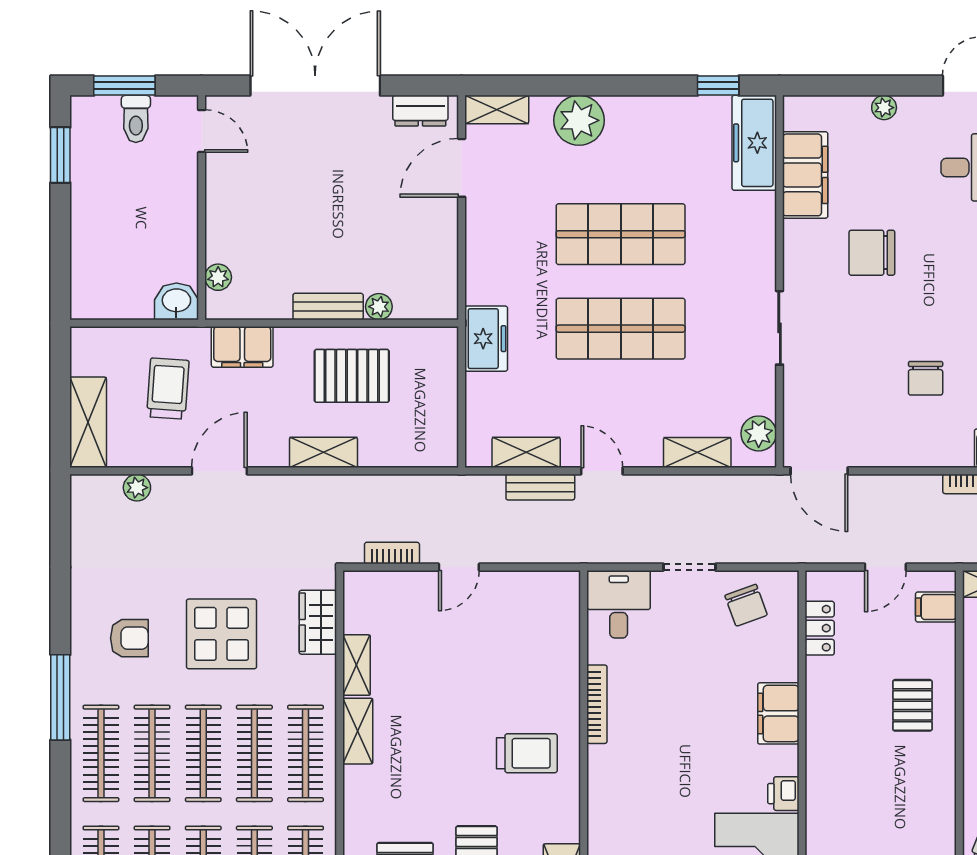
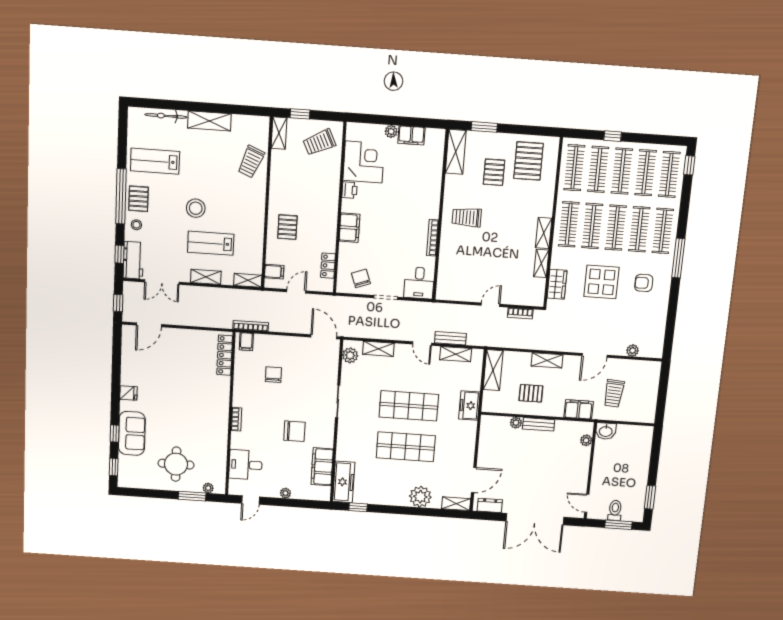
pallet: (352, 376) -> (531, 393), width x0.67, depth x0.71
shelving: (88, 422) -> (493, 370), moved

